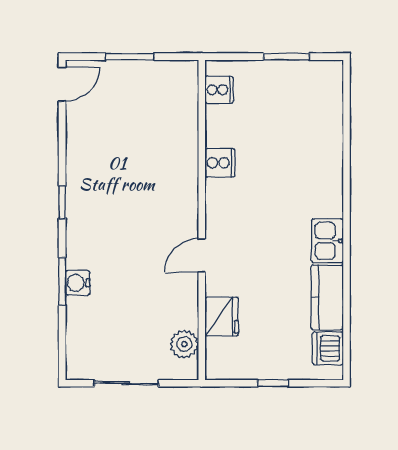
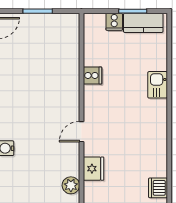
cooker: (219, 90) -> (114, 22), moved, turned 90
kitchen sink: (327, 241) -> (158, 85), moved
kitchen counter: (327, 297) -> (143, 23), moved, turned -90

